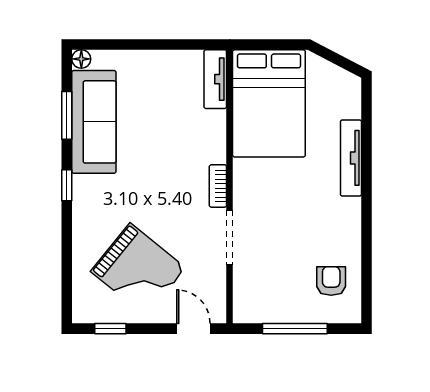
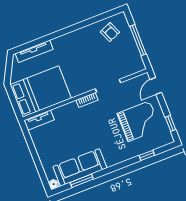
tv unit: (351, 158) -> (34, 51), moved
window: (67, 185) -> (147, 155), moved
grand piano: (138, 270) -> (139, 121), turned 51
armchair: (331, 281) -> (110, 32), turned -113

